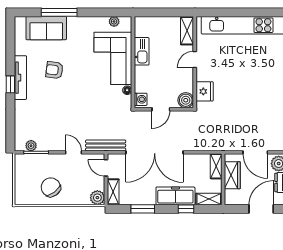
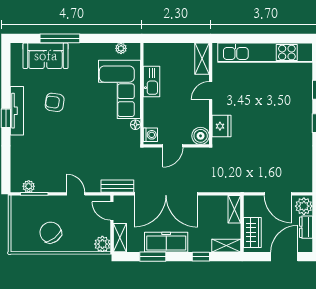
bench: (106, 145) -> (117, 186), width x0.73
wardrobe: (232, 175) -> (252, 232), moved
freezer: (175, 196) -> (166, 242), moved

